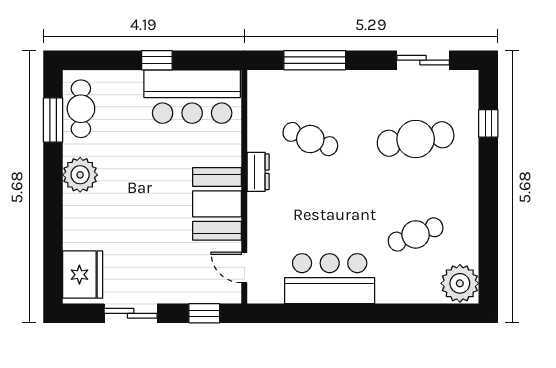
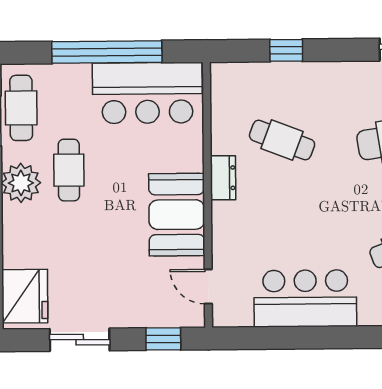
window: (157, 60) -> (107, 52), width x3.17
window: (315, 60) -> (286, 50), width x0.46
cafe table: (122, 164) -> (69, 170), added

